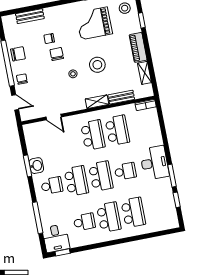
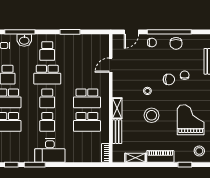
washbasin: (36, 166) -> (24, 40), moved
school desk: (101, 176) -> (47, 98), width x0.54

